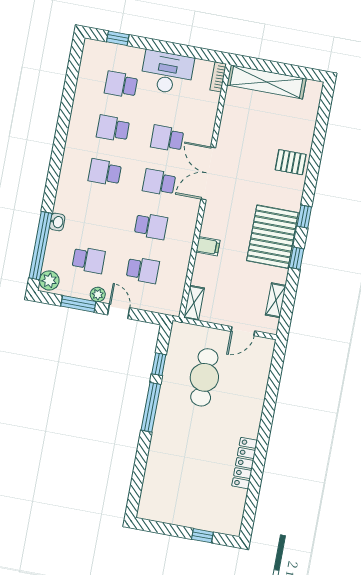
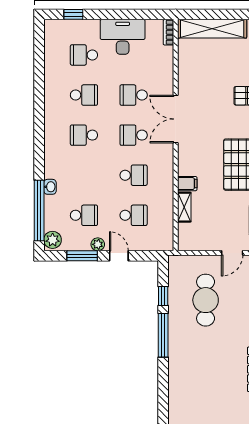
school desk: (113, 128) -> (84, 95), turned 180
shelving: (194, 303) -> (184, 207), moved

